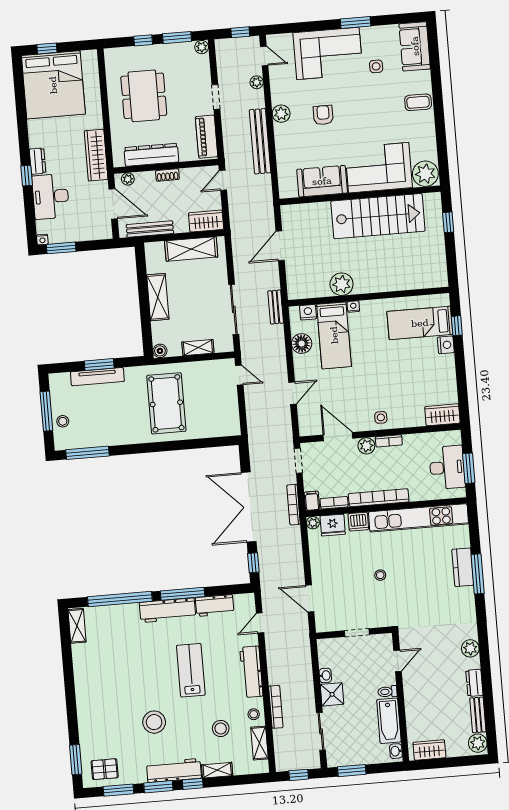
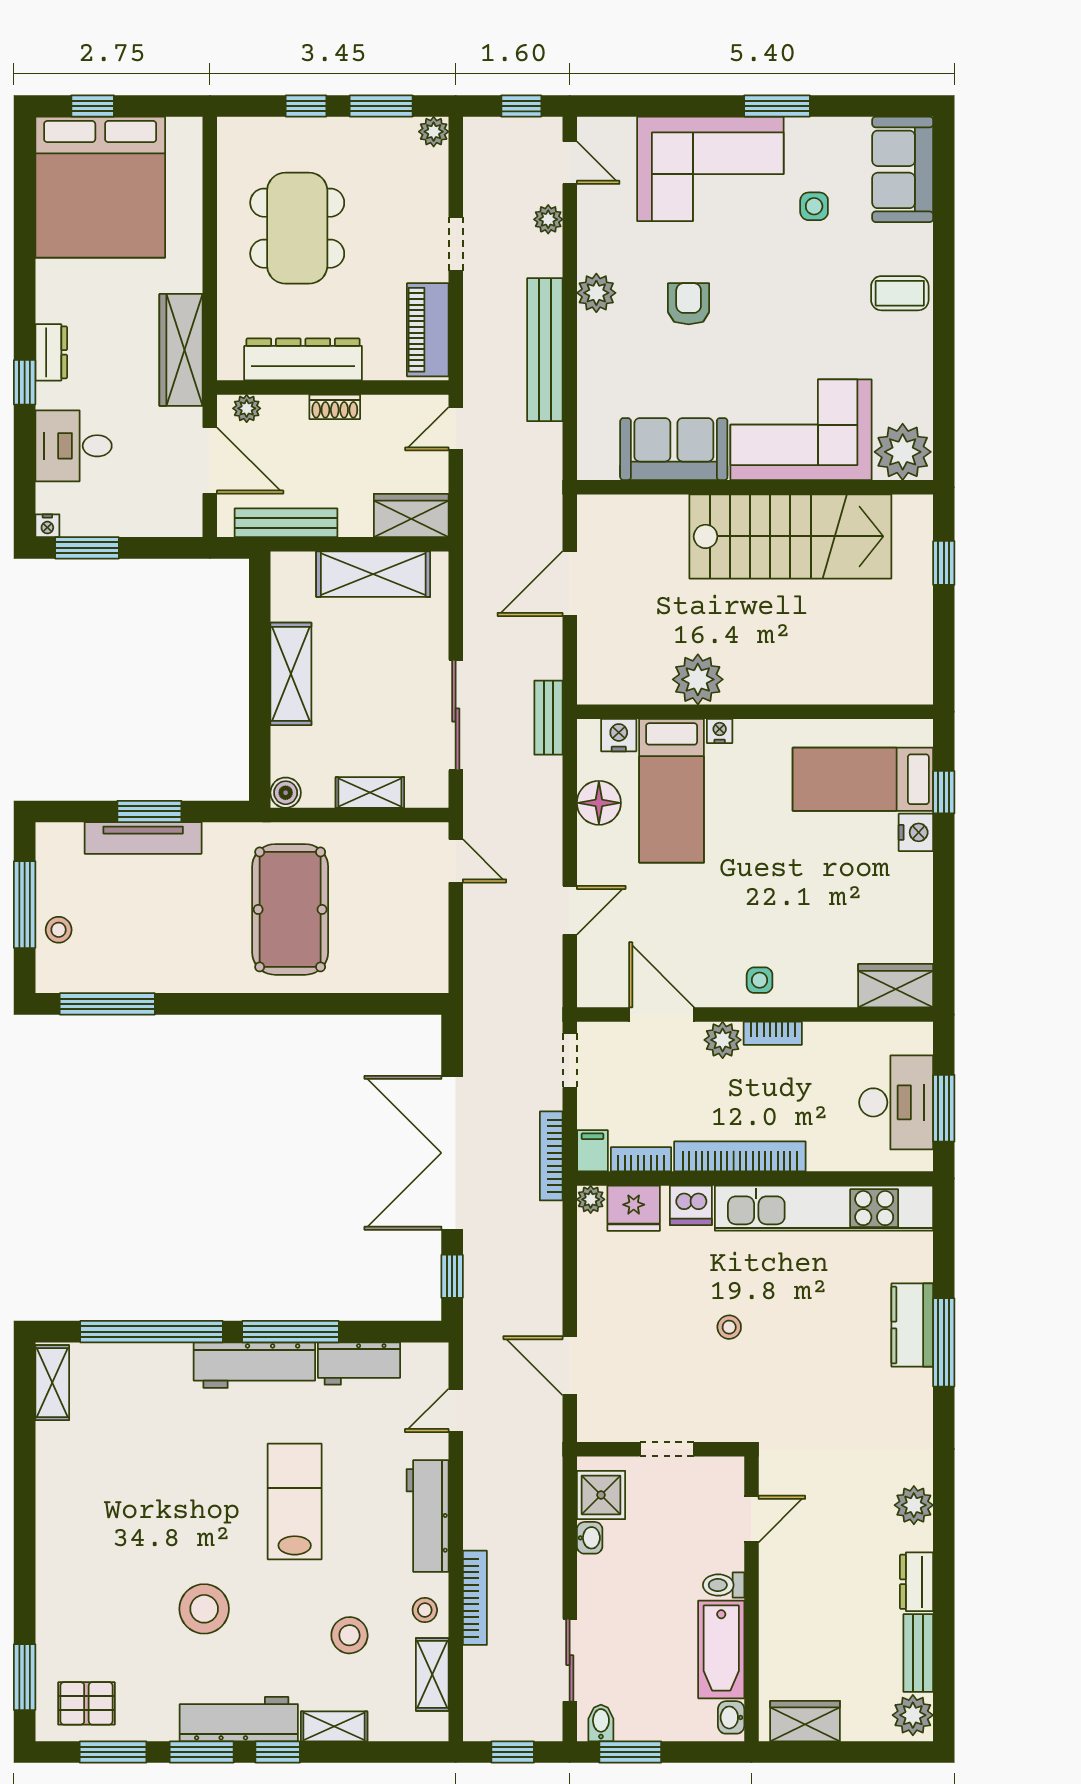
desk: (51, 196) -> (74, 446), width x0.73
shower: (332, 694) -> (601, 1495), moved
bidet: (337, 759) -> (601, 1723), added

